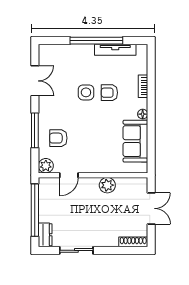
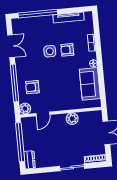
window: (96, 41) -> (38, 14), moved
window: (35, 130) -> (15, 83), width x1.46
sliding door: (76, 250) -> (72, 167), moved

